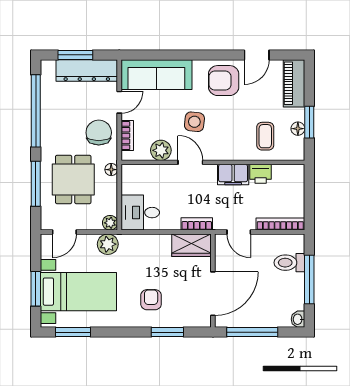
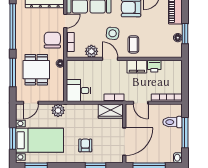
coffee table: (265, 136) -> (133, 44), moved
plant: (110, 223) -> (59, 97), removed

